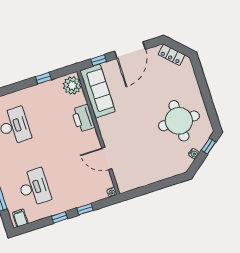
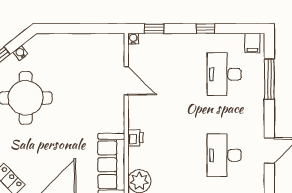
printer: (83, 118) -> (135, 138), width x0.53, depth x0.68
window: (85, 209) -> (154, 29), moved

